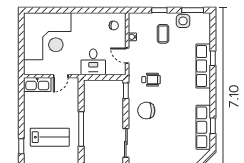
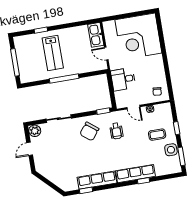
door: (127, 55) -> (133, 107), swing flipped
chair: (146, 111) -> (89, 131), turned -142
row of seats: (203, 127) -> (97, 180), moved

